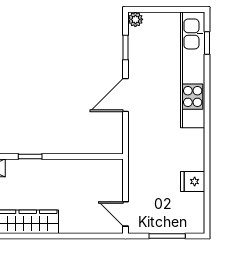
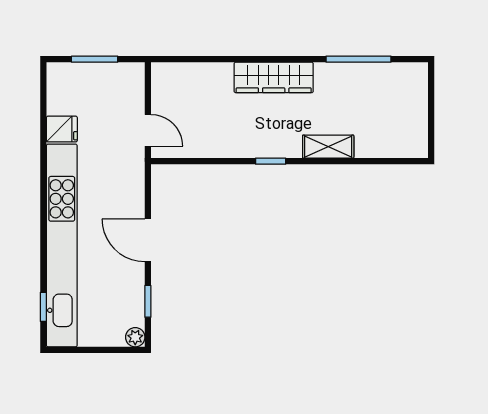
kitchen unit: (193, 70) -> (62, 245), width x1.36
door: (126, 95) -> (148, 240), swing flipped
door: (126, 214) -> (148, 130), moved

